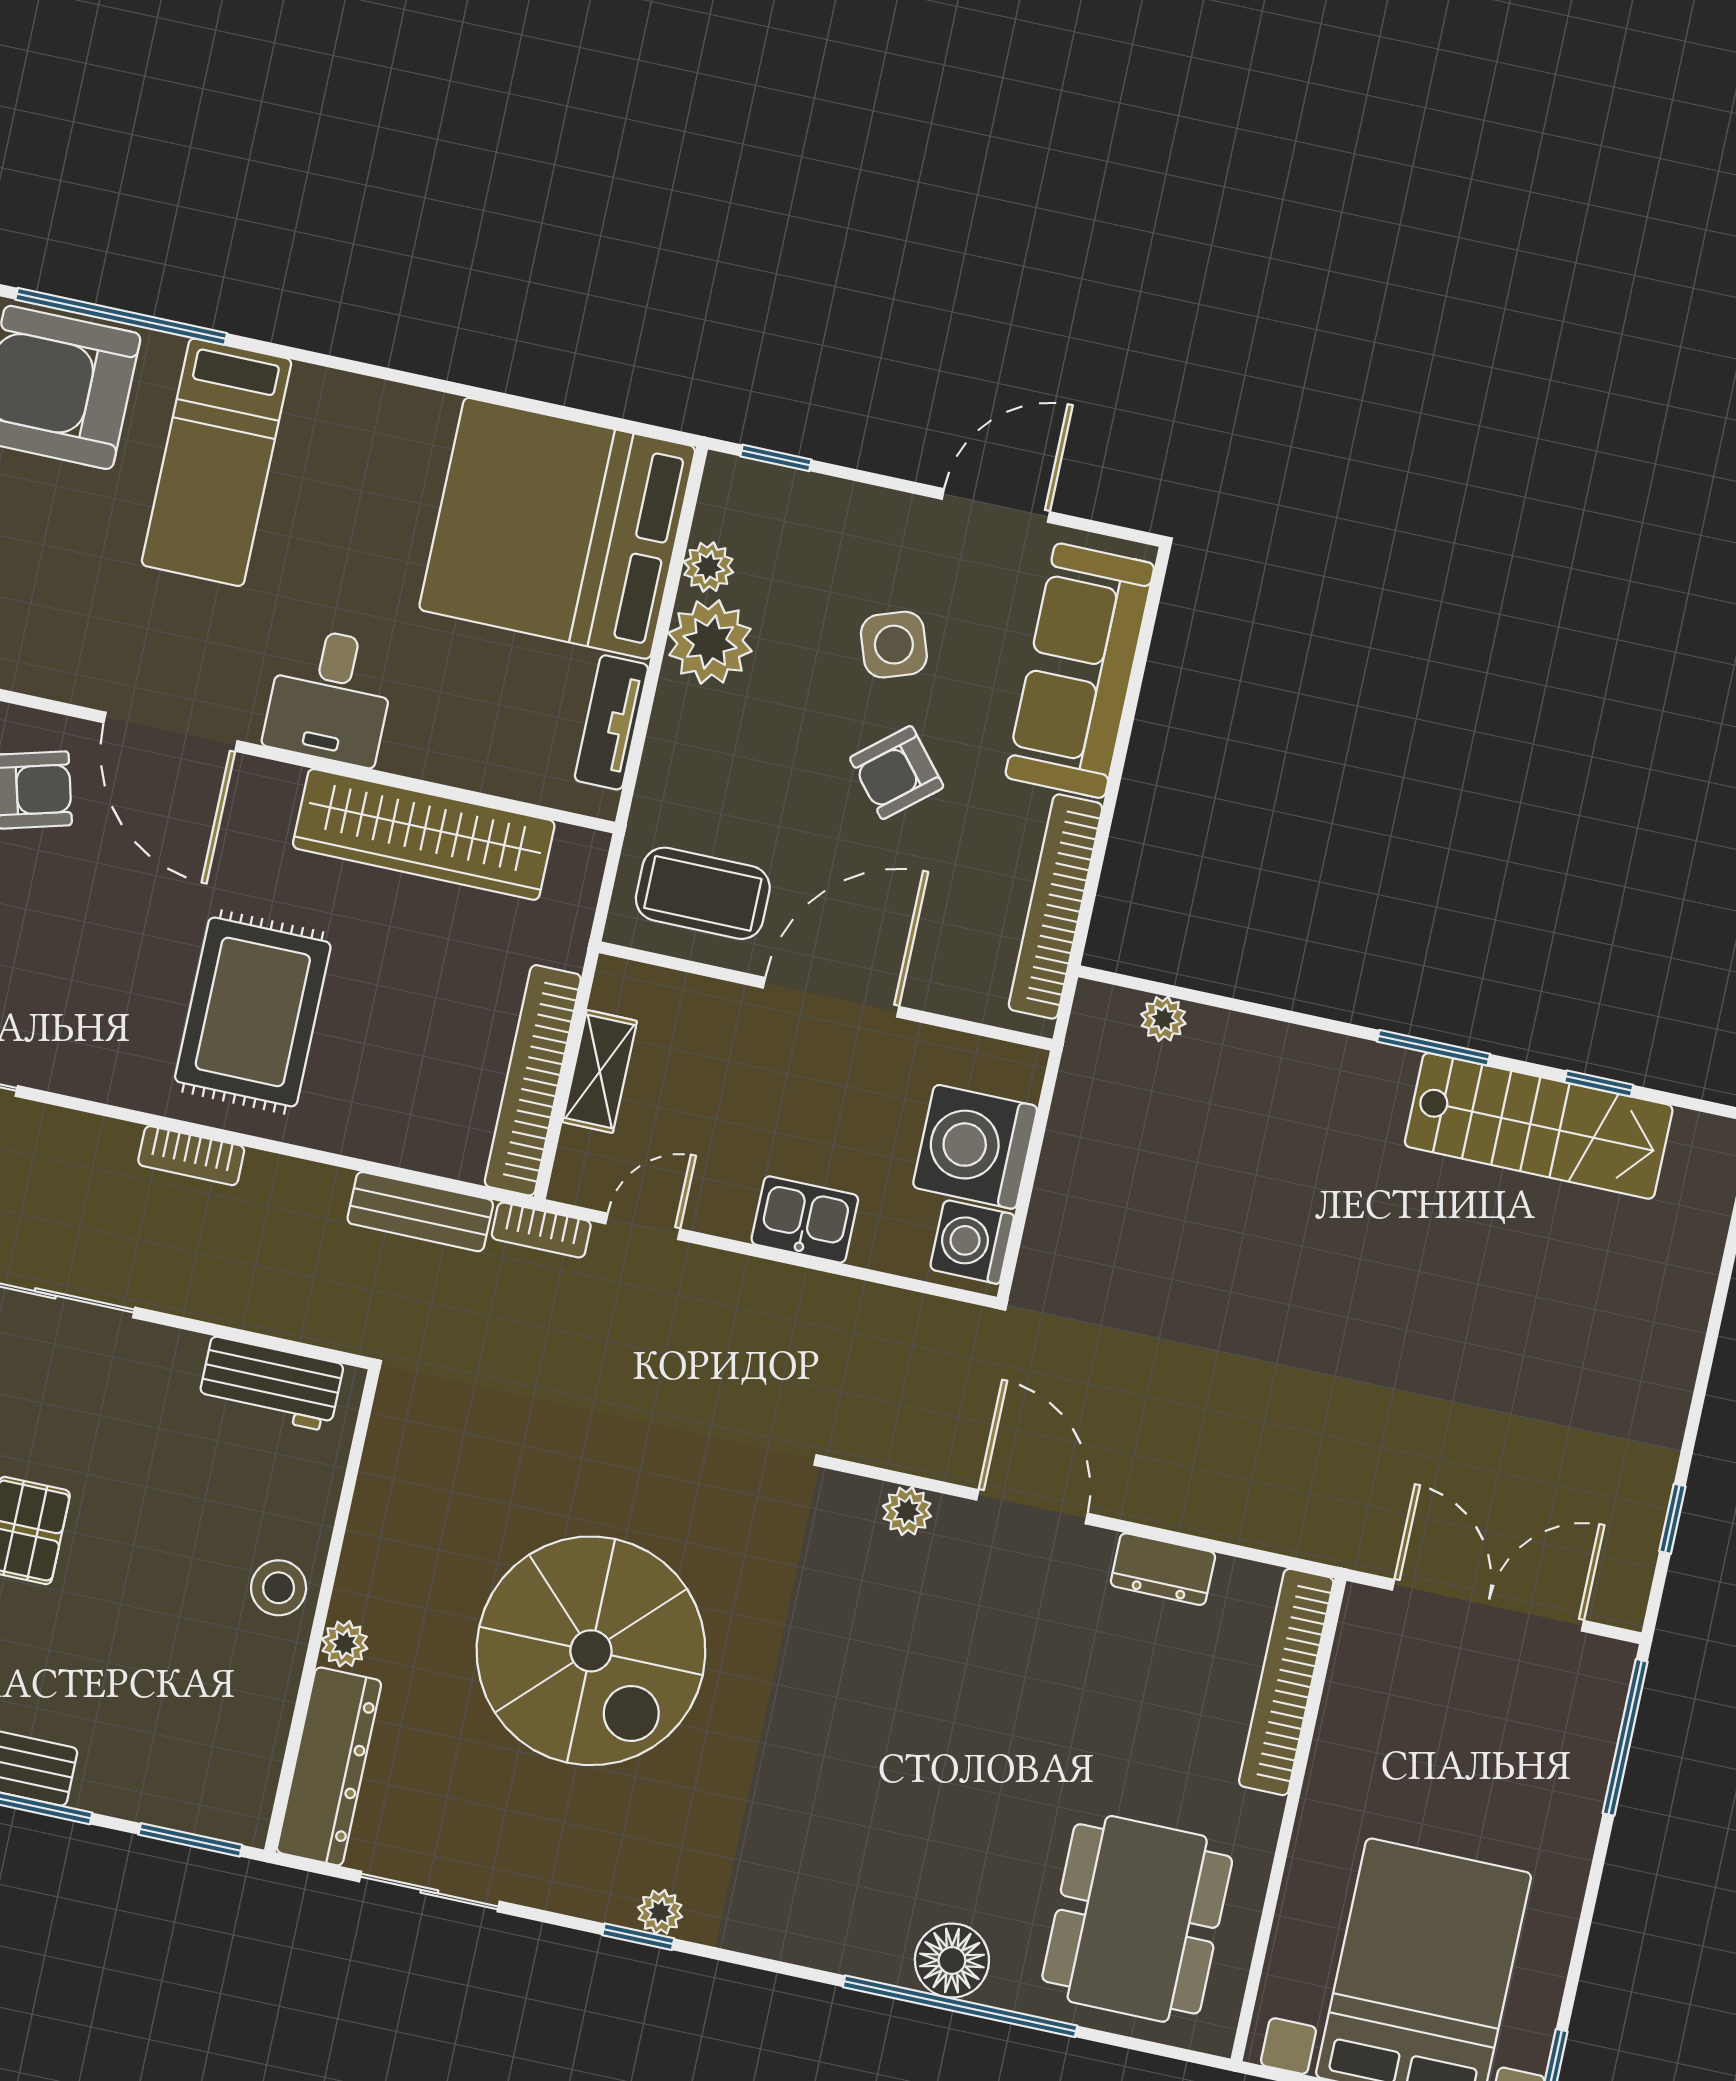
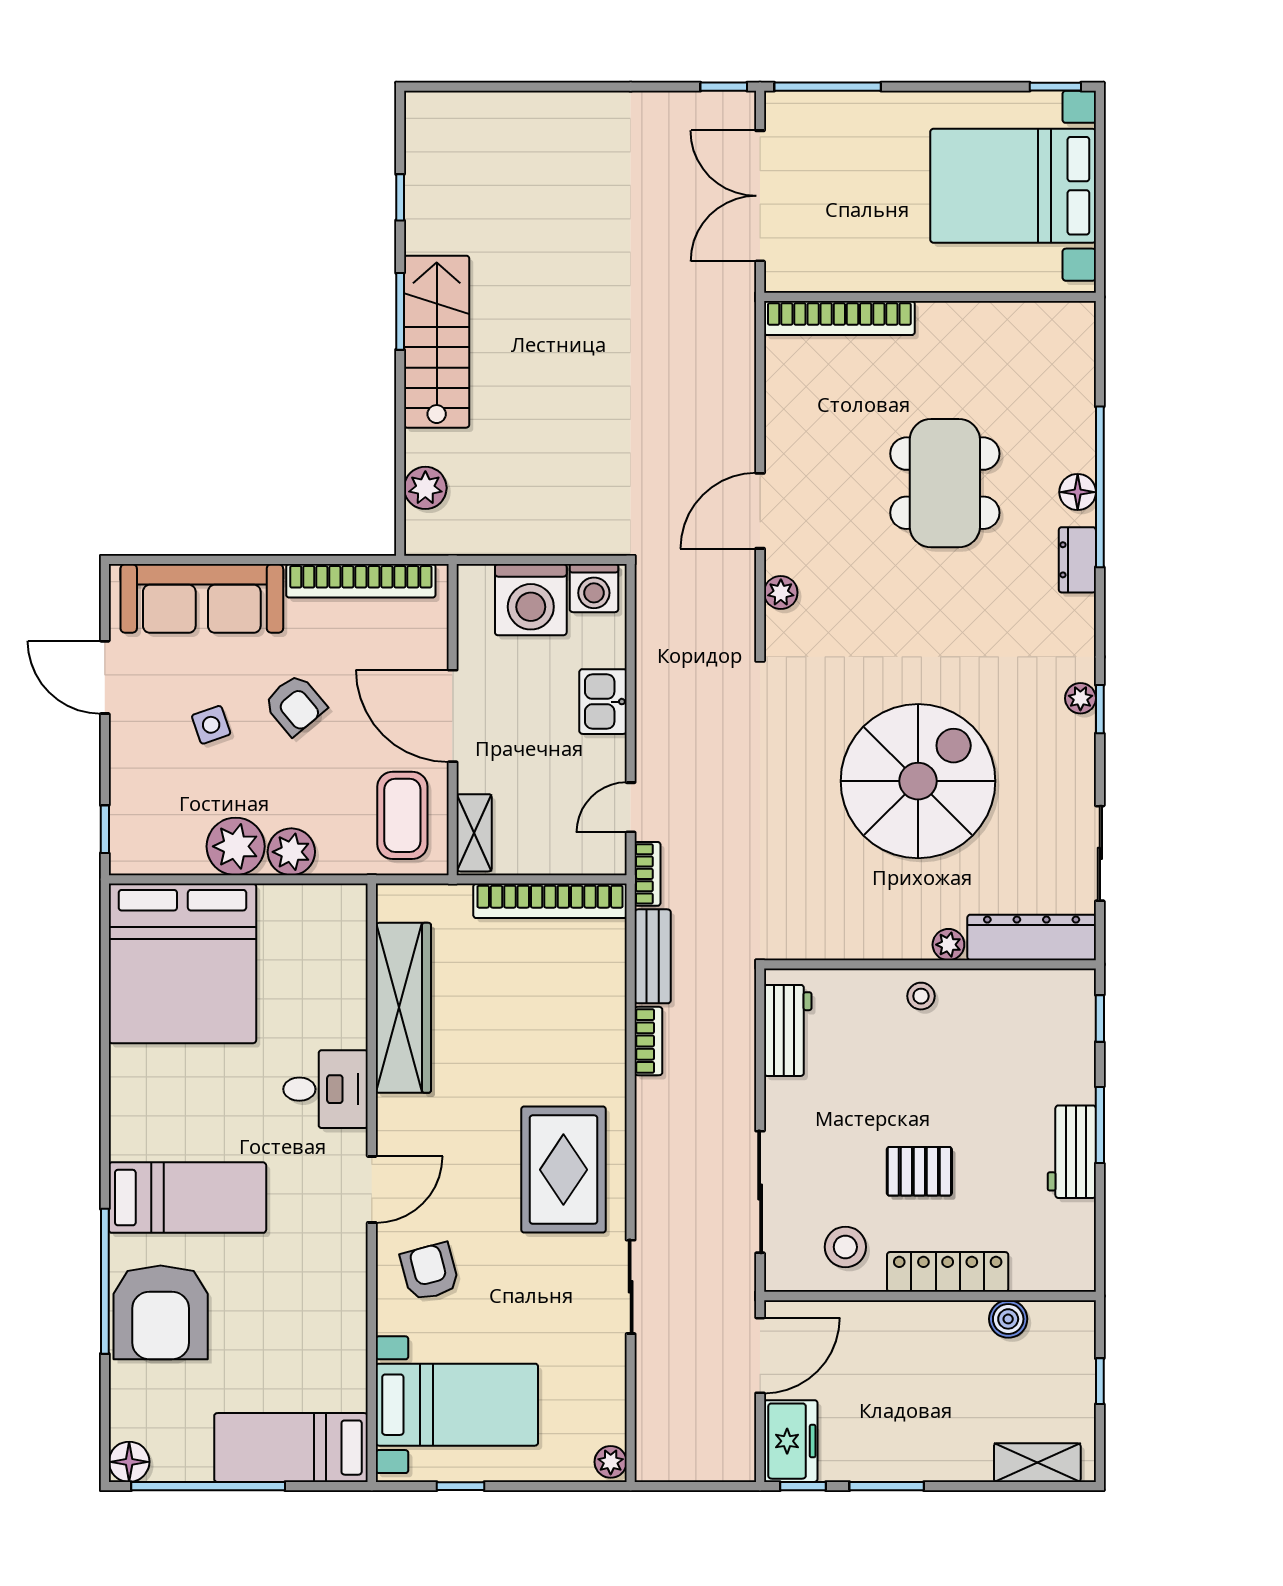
plant: (708, 567) -> (291, 852), moved, width x1.38, depth x1.38
side table: (894, 645) -> (211, 725), width x0.73, depth x0.73
tv unit: (611, 722) -> (303, 900), removed
door: (171, 732) -> (372, 1189), width x0.73
rug: (253, 1012) -> (563, 1170), moved, turned 90
plant: (1163, 1019) -> (425, 488), width x1.38, depth x1.38
shelving: (600, 1071) -> (474, 833), moved, turned 90
stairs: (1539, 1126) -> (437, 342), moved
bookcase: (191, 1156) -> (648, 1041), moved
door: (643, 1226) -> (631, 807), hinge flipped
window: (1672, 1519) -> (724, 87), moved
dresser: (1163, 1569) -> (1077, 560), moved, turned 180
stool: (279, 1588) -> (921, 996), width x0.73, depth x0.73
window: (190, 1840) -> (1100, 1018), width x0.67
dining table: (1137, 1919) -> (945, 483), moved, turned 90
floor lamp: (952, 1960) -> (1078, 492), width x0.73, depth x0.73

